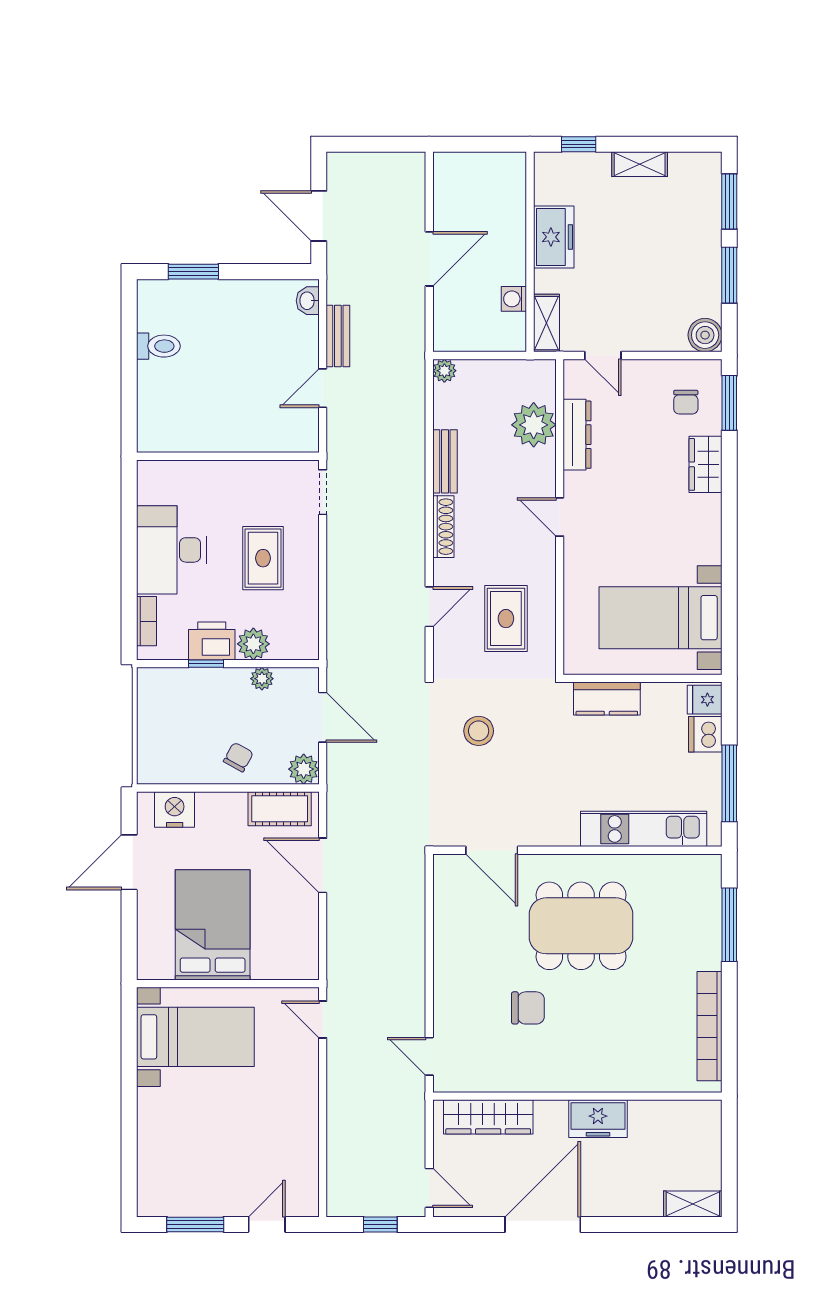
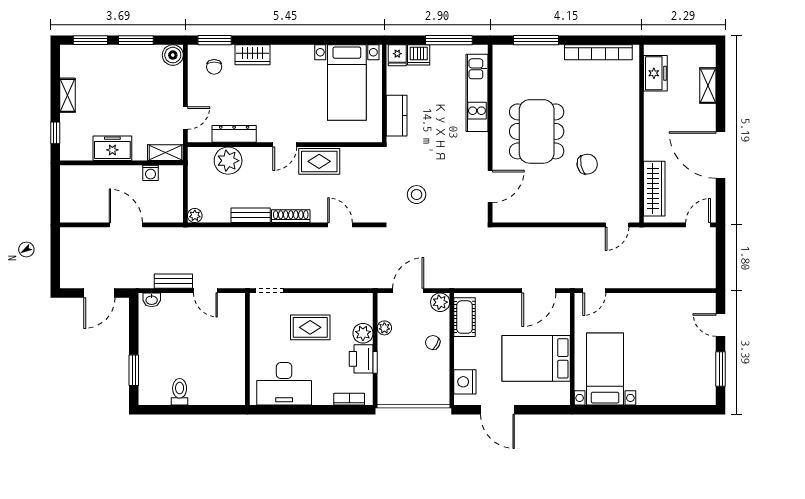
chair: (686, 402) -> (214, 67), turned 90
desk: (171, 550) -> (284, 384), moved
rug: (506, 619) -> (319, 161), moved
door: (323, 865) -> (539, 291), moved
chair: (528, 1008) -> (587, 164), turned 78
freezer: (598, 1119) -> (655, 73), moved
shelving: (693, 1204) -> (708, 86), moved
window: (380, 1224) -> (721, 255), removed

